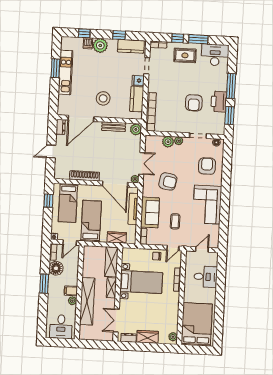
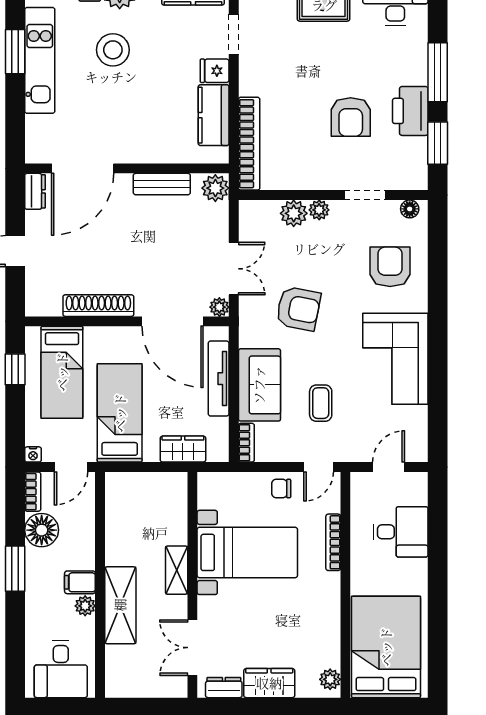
stool: (103, 98) -> (113, 50), moved
shelving: (111, 262) -> (173, 508), removed
shelving: (87, 301) -> (120, 605), width x0.68

